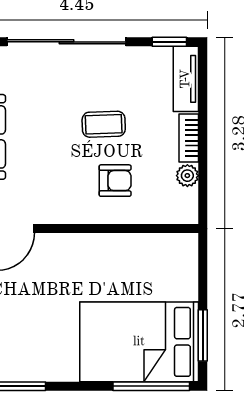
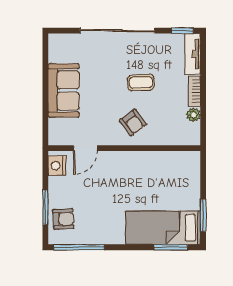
armchair: (115, 181) -> (133, 122), moved, turned 53
bed: (139, 342) -> (163, 228), width x0.67
window: (151, 386) -> (171, 247), width x0.69

